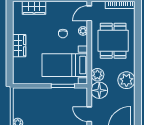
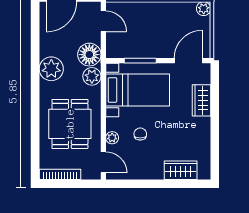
door: (89, 13) -> (103, 162), hinge flipped
wardrobe: (19, 46) -> (202, 100), moved
door: (28, 86) -> (188, 61), added

